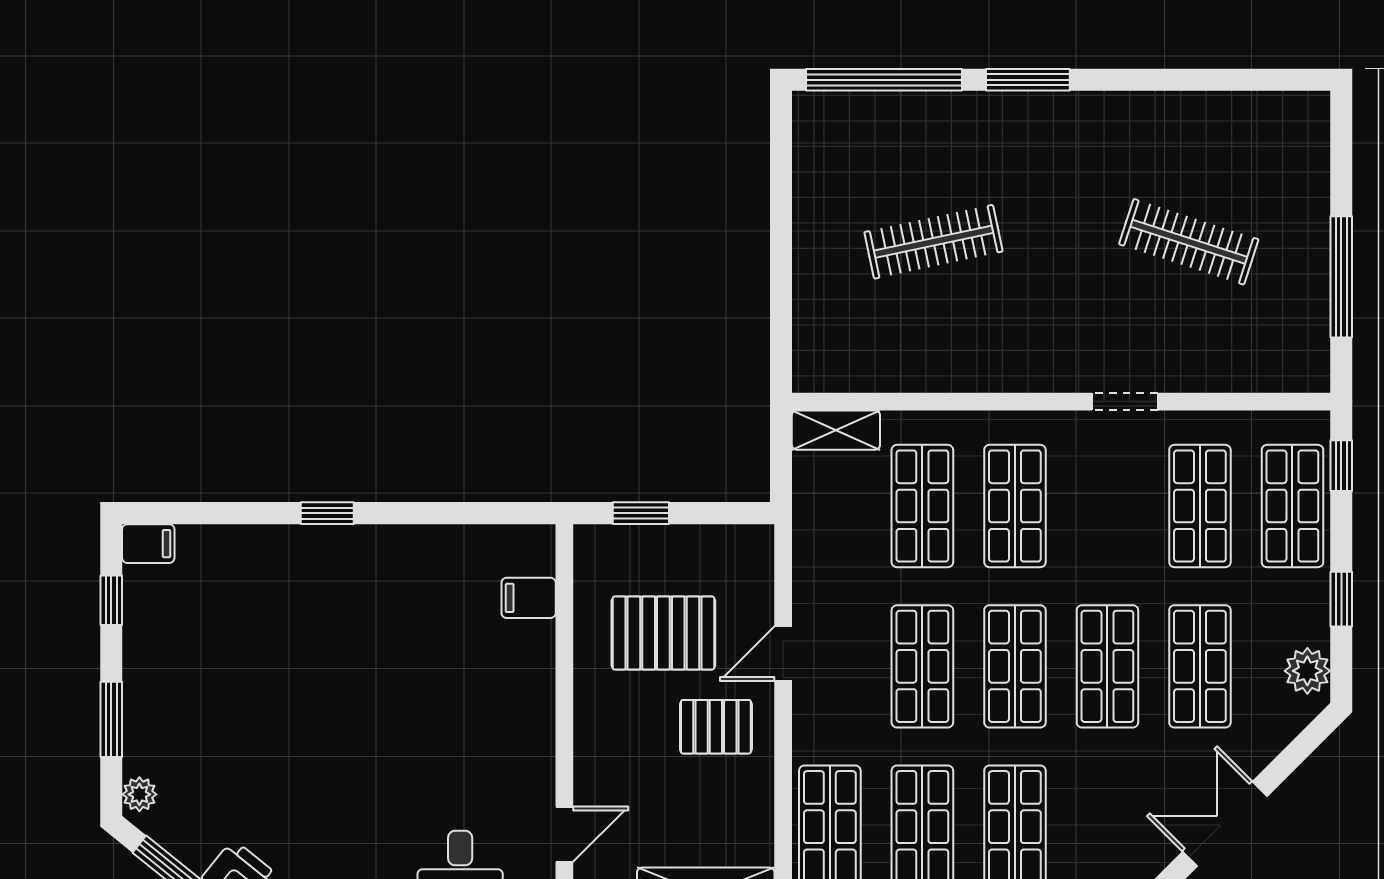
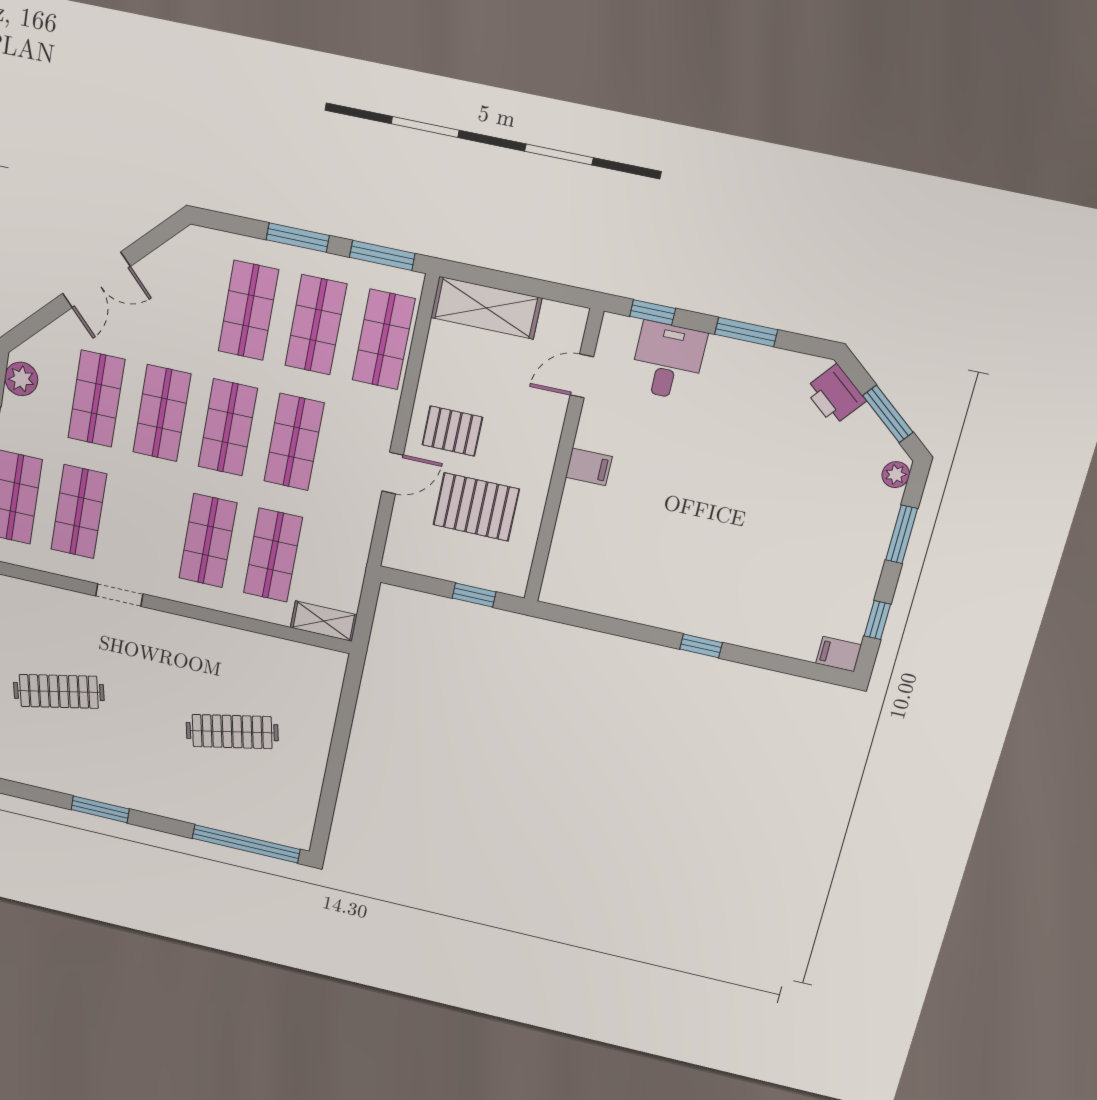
window: (1028, 80) -> (100, 809), moved
clothes rail: (1189, 242) -> (59, 691), turned -30
filing cabinet: (529, 598) -> (589, 467), moved

